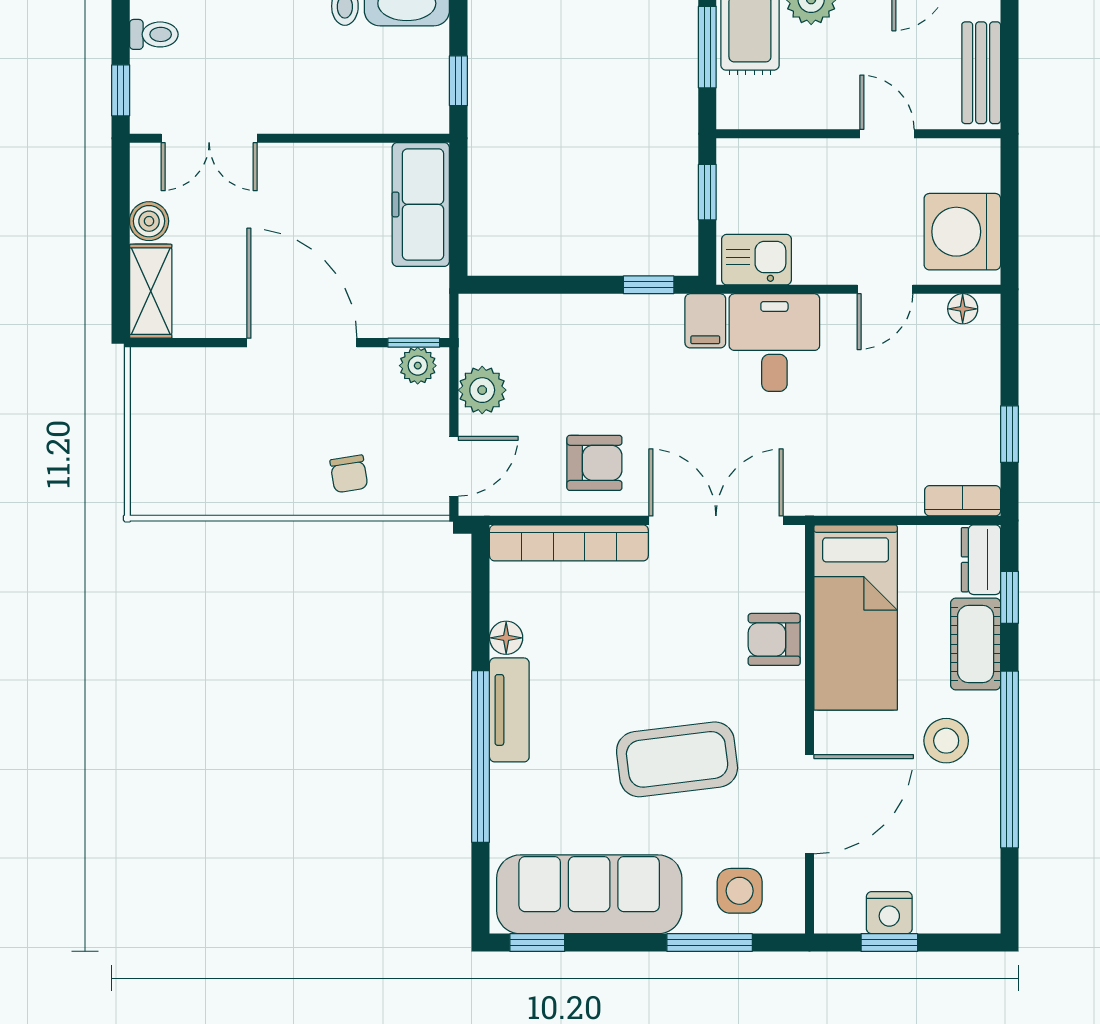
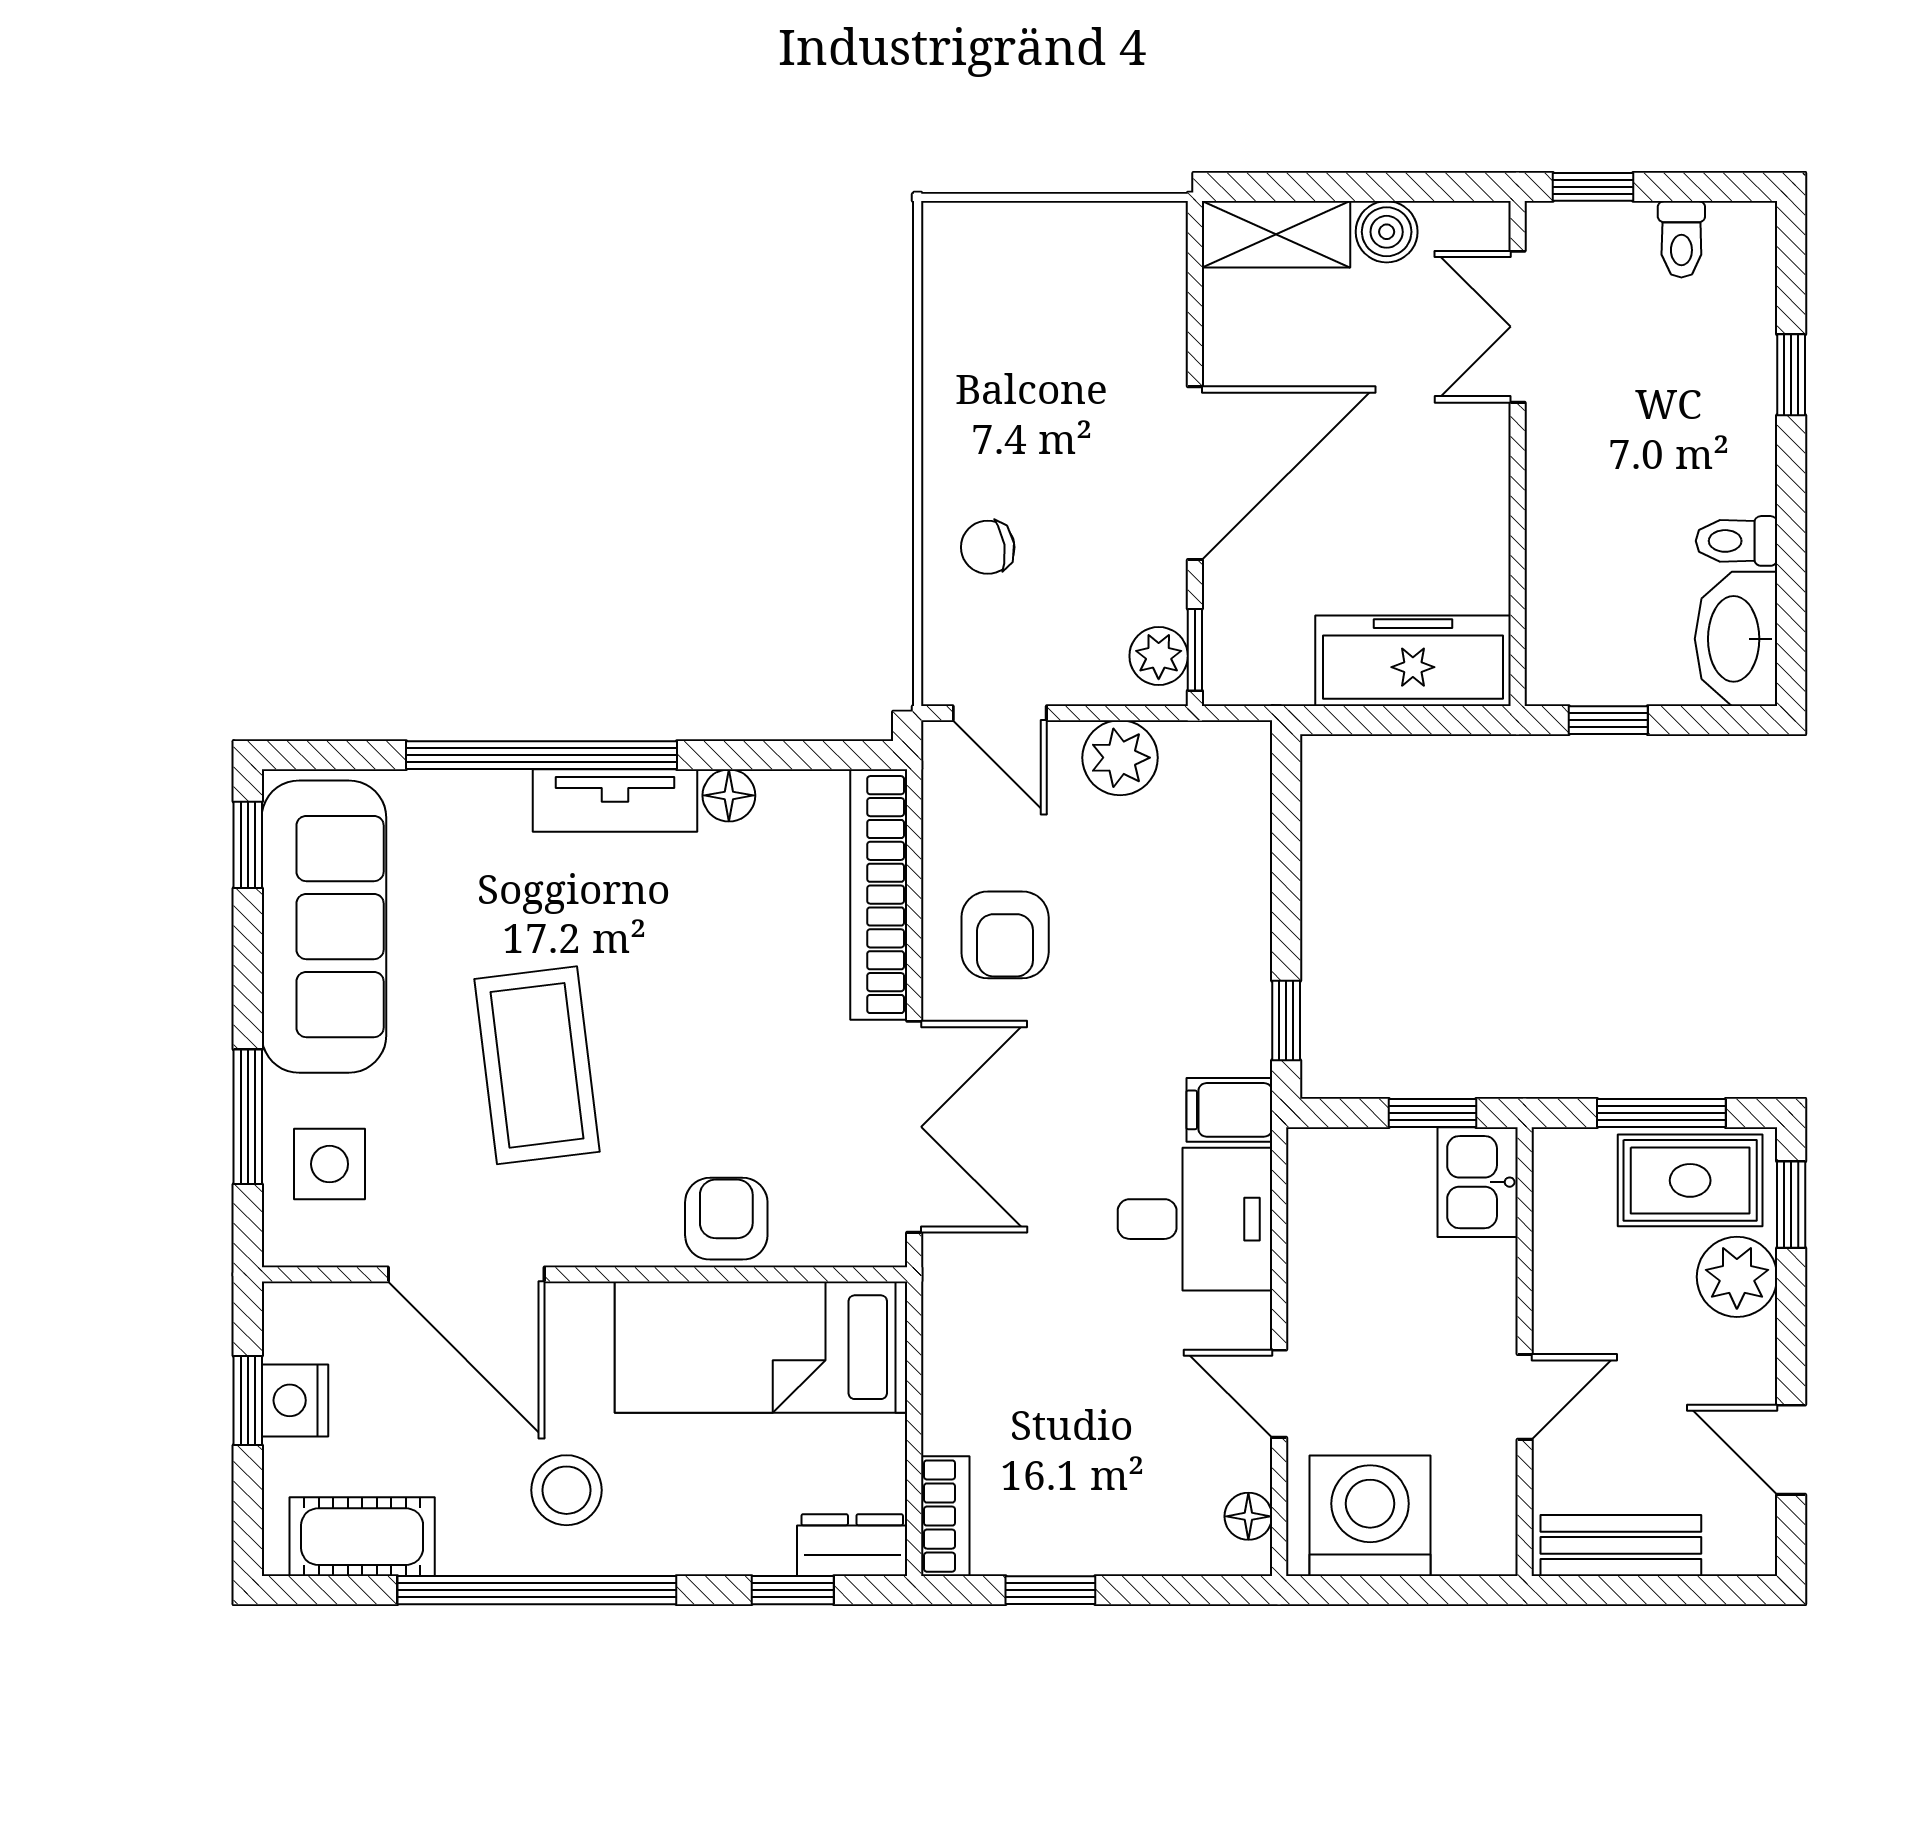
kitchen sink: (756, 260) -> (1478, 1182), moved, turned 180
cot: (976, 644) -> (362, 1537), moved

